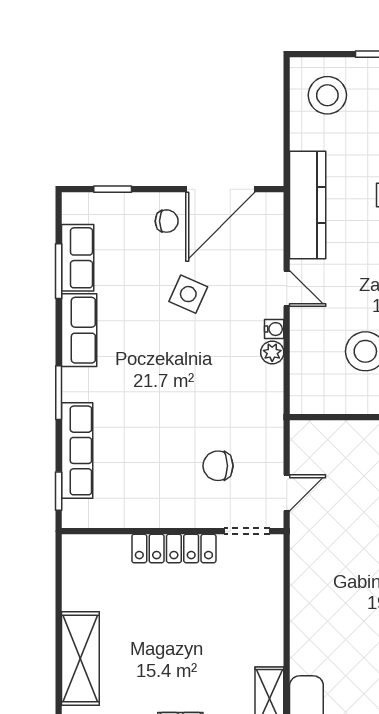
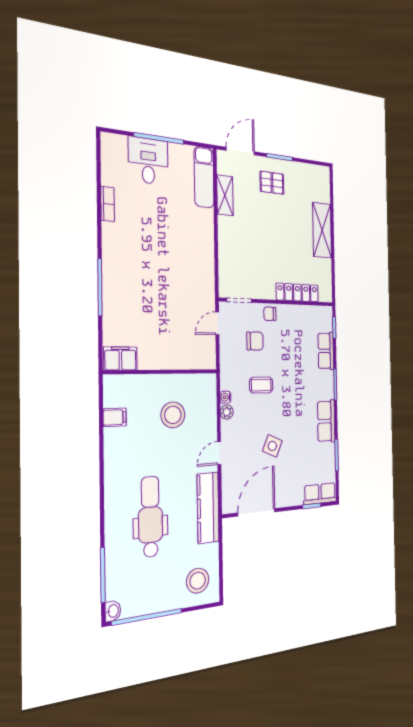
chair: (167, 221) -> (270, 314), moved
row of seats: (78, 258) -> (320, 494), moved, turned 90
door: (287, 288) -> (219, 453), hinge flipped
water cooler: (274, 329) -> (225, 397), moved
coffee table: (208, 394) -> (261, 385), added
row of seats: (77, 450) -> (326, 351), width x0.68
locker: (174, 548) -> (297, 293), moved

